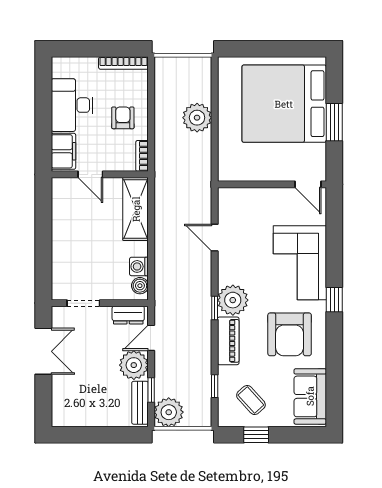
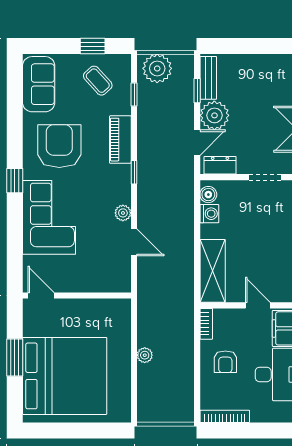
plant: (197, 118) -> (145, 355), width x0.53, depth x0.53
plant: (233, 300) -> (123, 213), moved, width x0.53, depth x0.53
plant: (169, 412) -> (157, 68), moved

